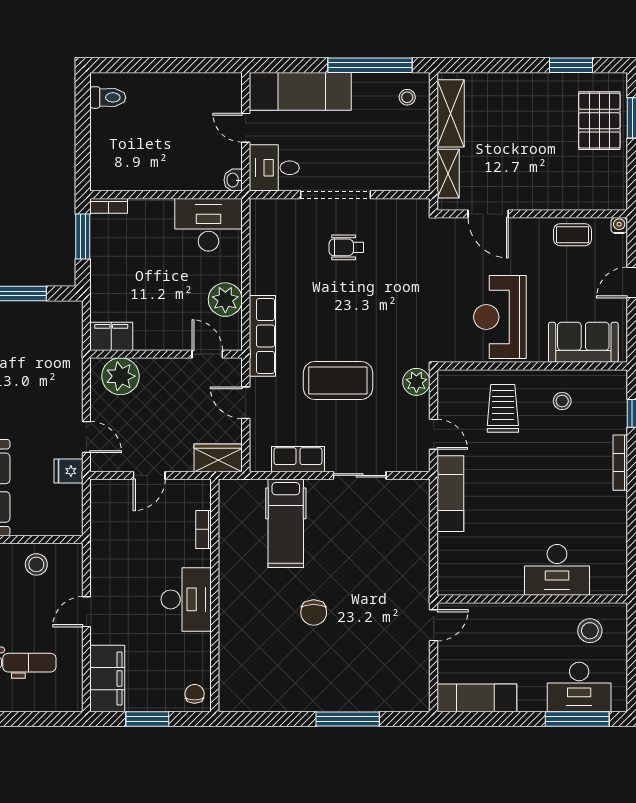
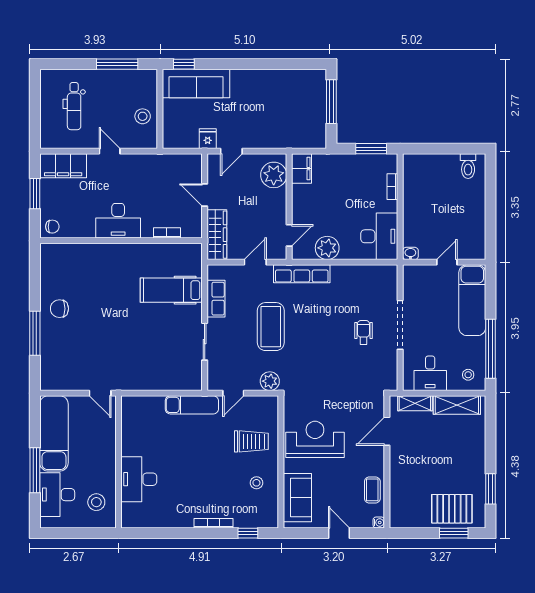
desk: (274, 168) -> (430, 373), moved, turned 180
bookcase: (109, 206) -> (392, 187), moved
wardrobe: (218, 458) -> (217, 235), width x1.50
chair: (314, 612) -> (59, 309), moved
exam couch: (477, 698) -> (54, 433), width x1.36, depth x1.45
window: (577, 719) -> (35, 470), moved

